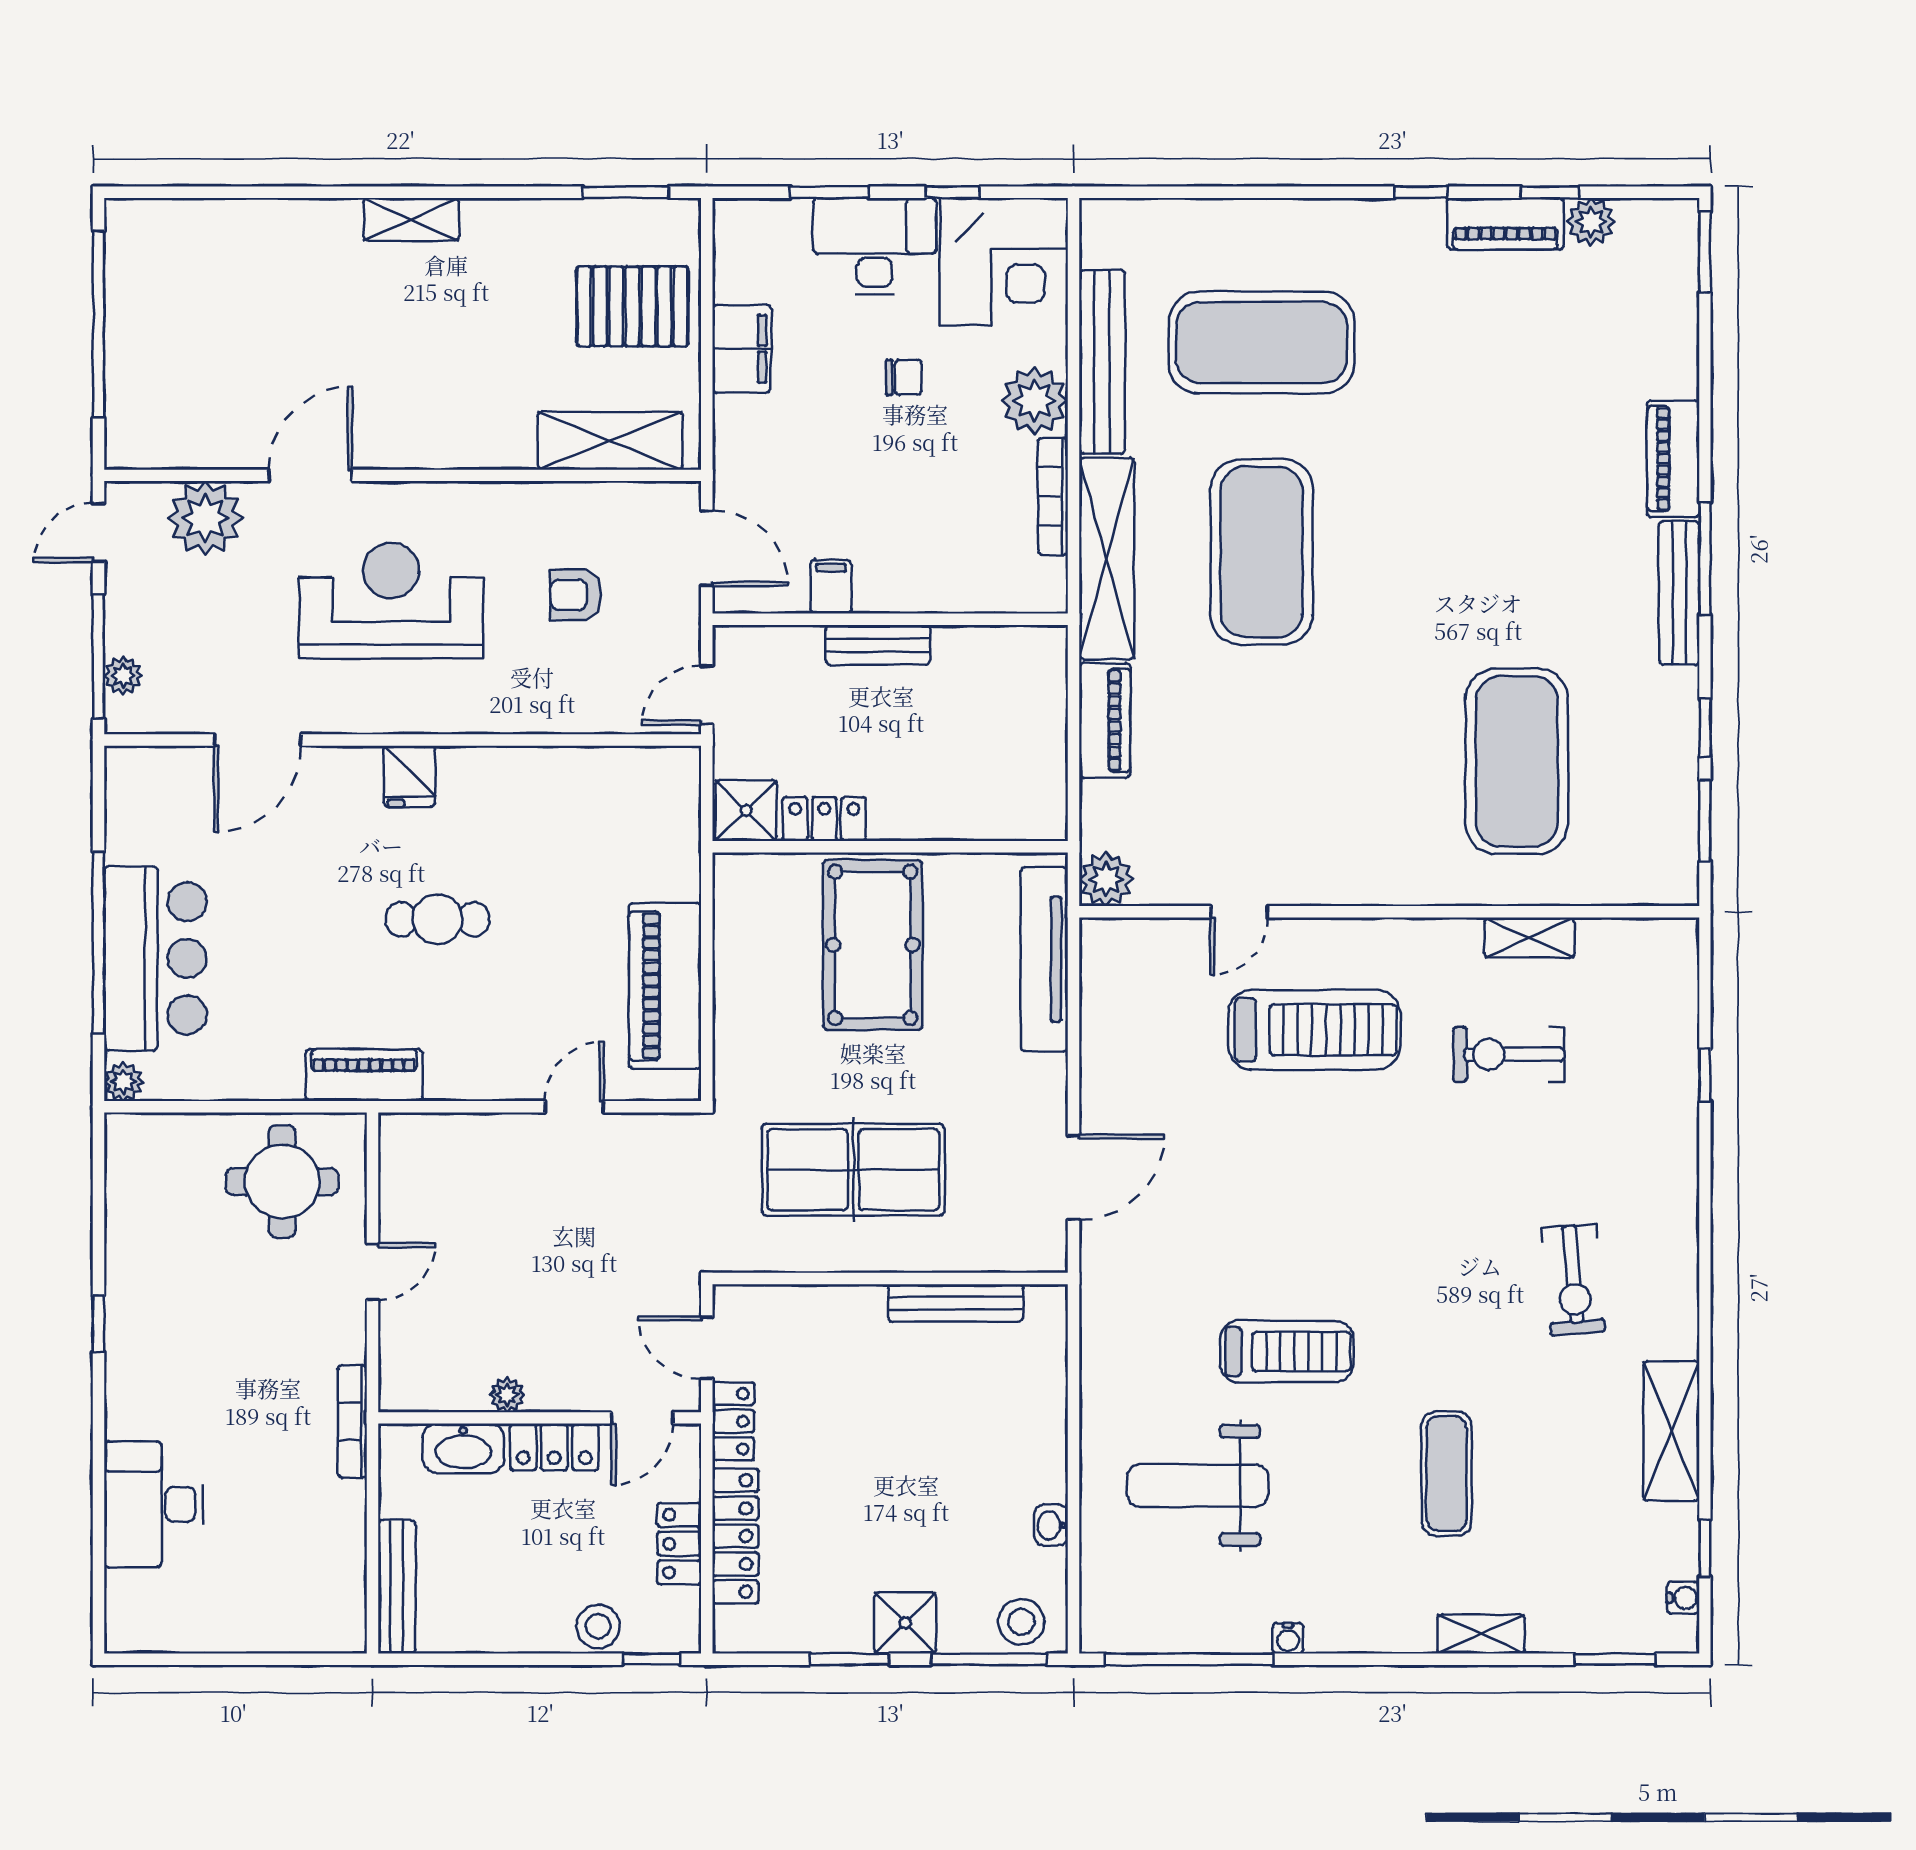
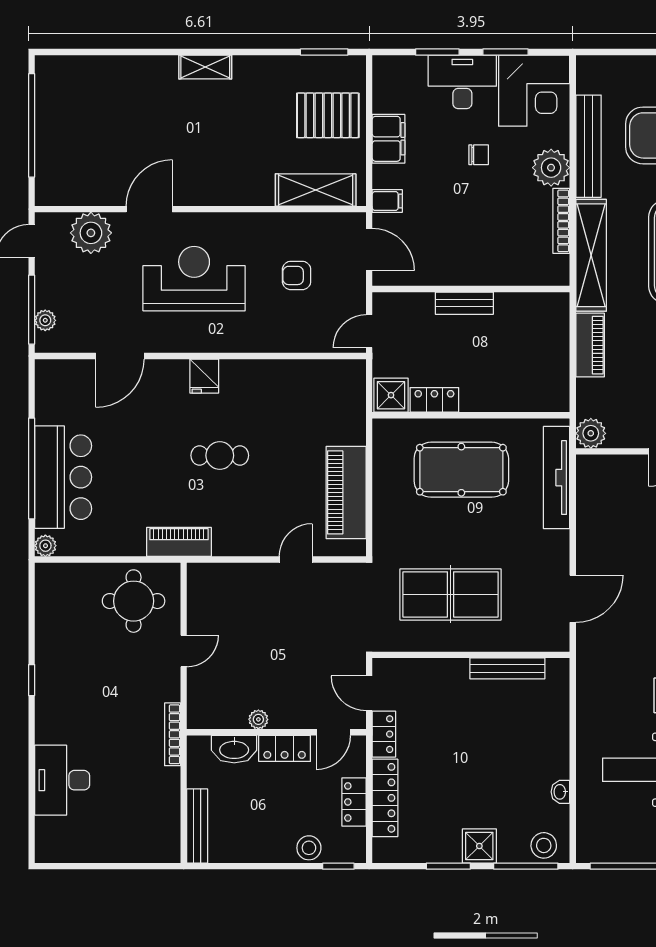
window: (952, 192) -> (505, 52), width x1.50
filing cabinet: (831, 587) -> (387, 201), moved, turned 90
pool table: (873, 945) -> (461, 470), turned 90

